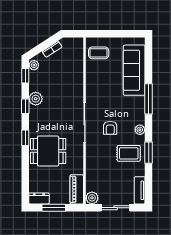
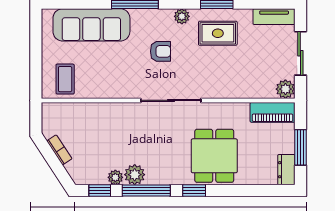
plant: (34, 65) -> (115, 177), moved
window: (25, 106) -> (146, 190), width x2.17
armchair: (110, 128) -> (160, 51), moved
rug: (129, 153) -> (218, 33), turned 90

